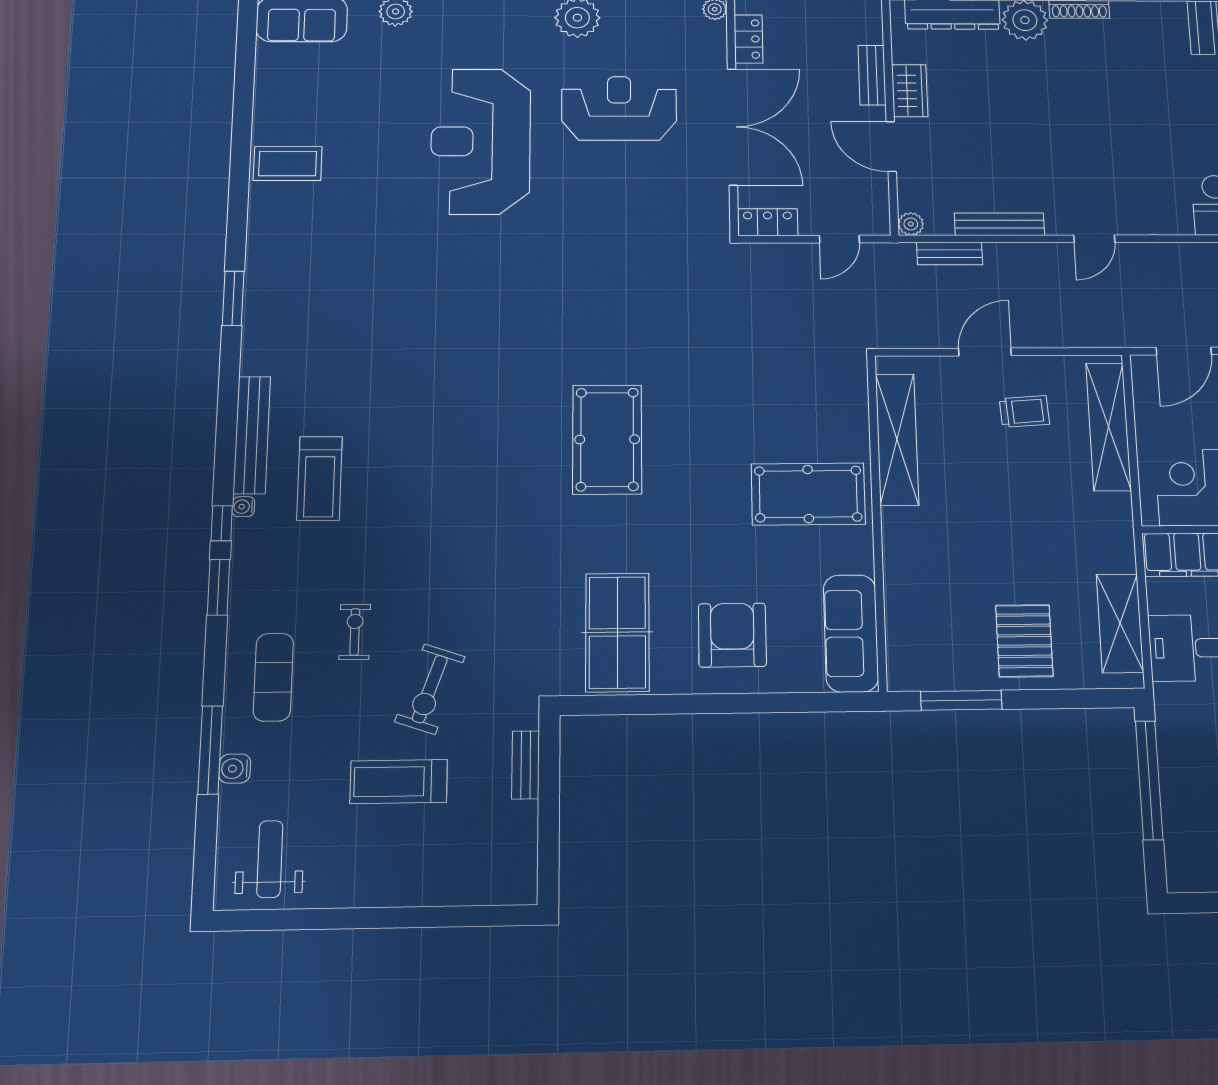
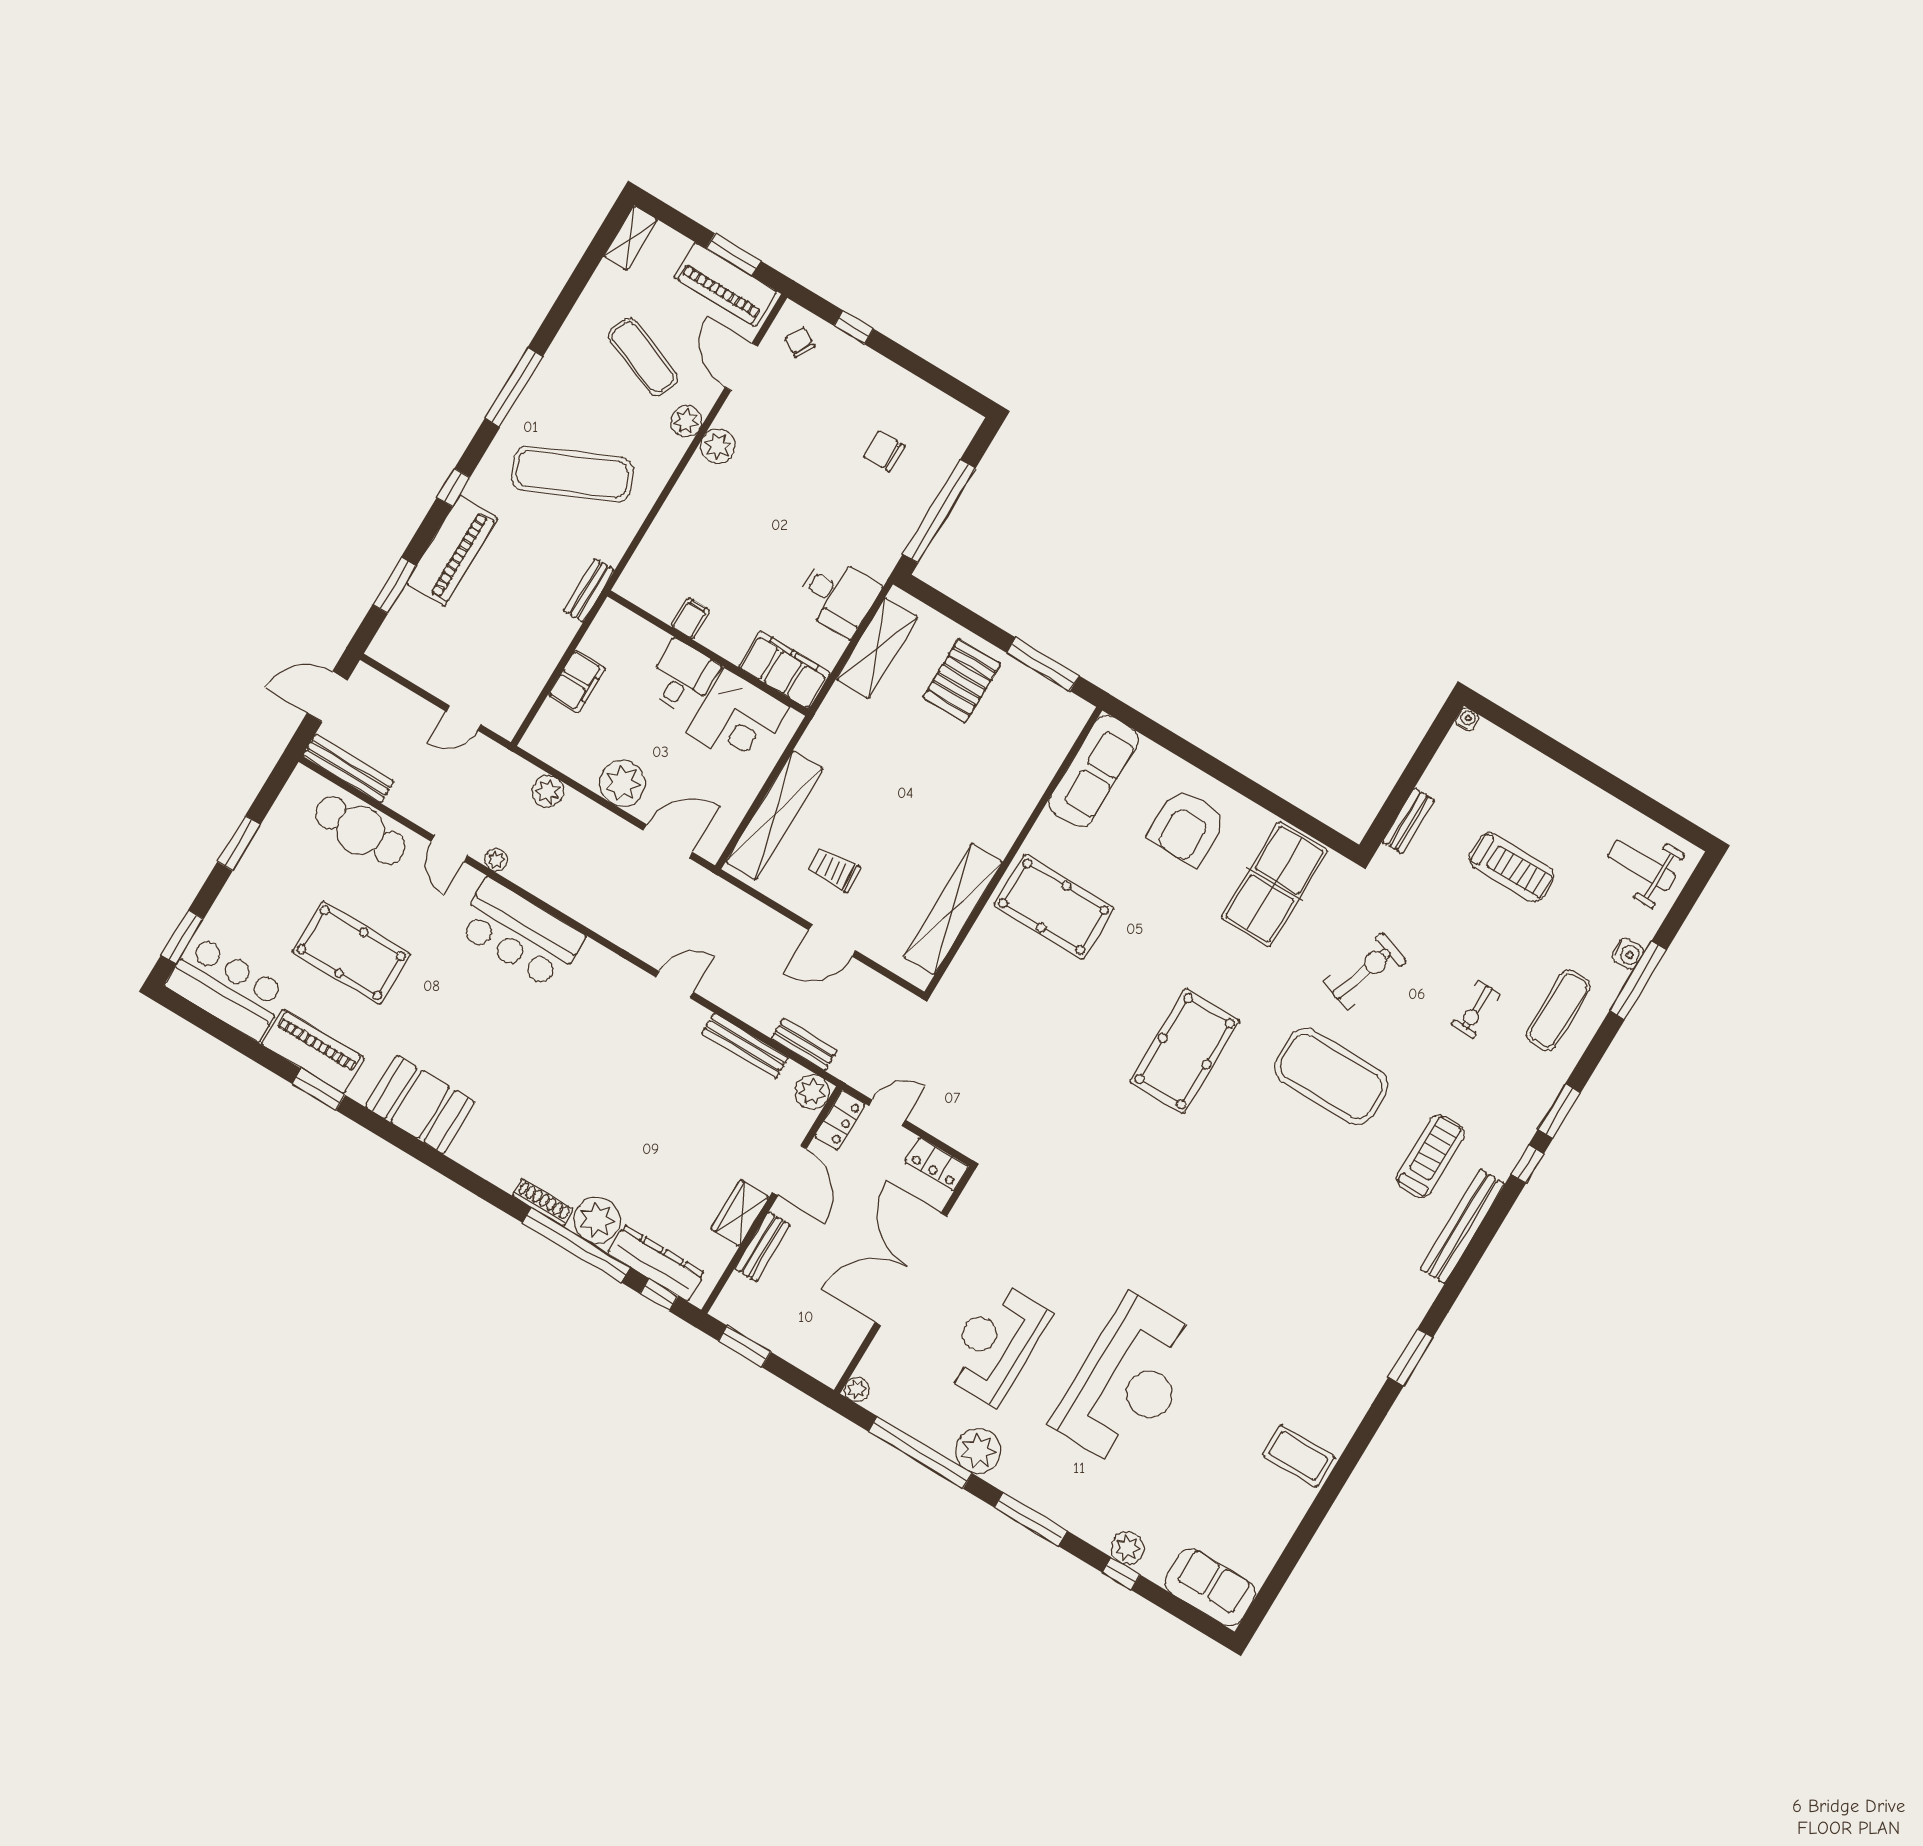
locker: (748, 39) -> (840, 1120), moved, turned 180
reception desk: (619, 108) -> (995, 1343), turned 90
plant: (911, 224) -> (812, 1092), width x1.38, depth x1.38
exercise mat: (457, 495) -> (1331, 1076), added
water cooler: (243, 507) -> (1467, 719), moved, turned -90
exercise bike: (430, 689) -> (1365, 971), moved
weight bench: (270, 859) -> (1641, 866), turned 90

